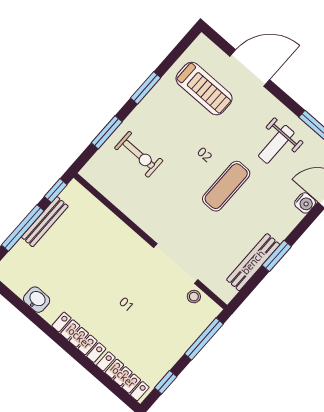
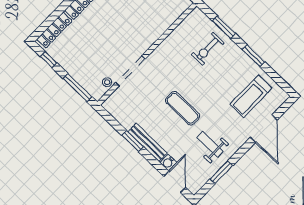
bench: (253, 262) -> (147, 142), moved

